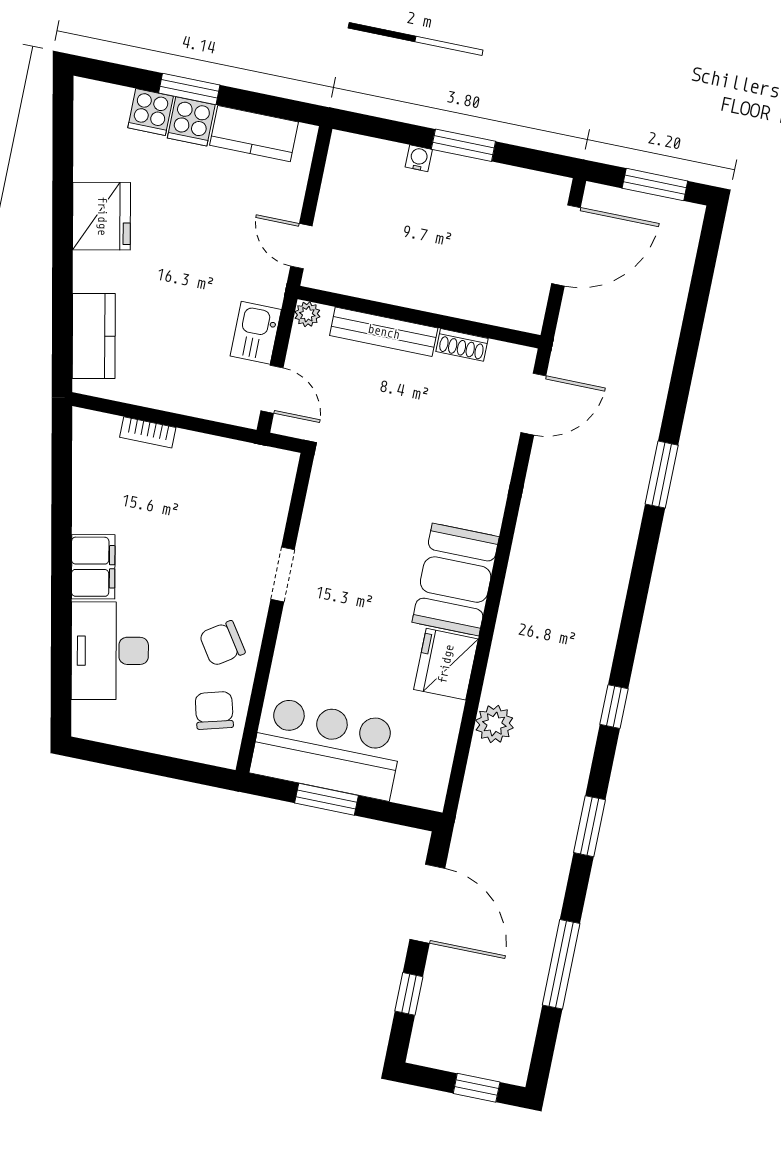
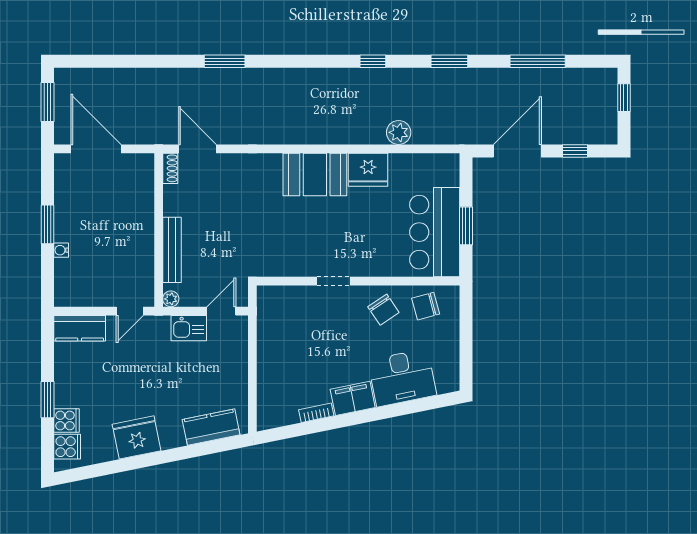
cooker: (191, 121) -> (67, 447), moved
kitchen counter: (254, 134) -> (80, 328), moved, turned 90
shoe rack: (462, 345) -> (170, 168), moved
bookcase: (148, 432) -> (316, 413), moved, turned -101

